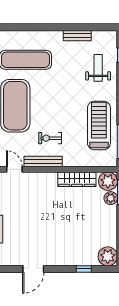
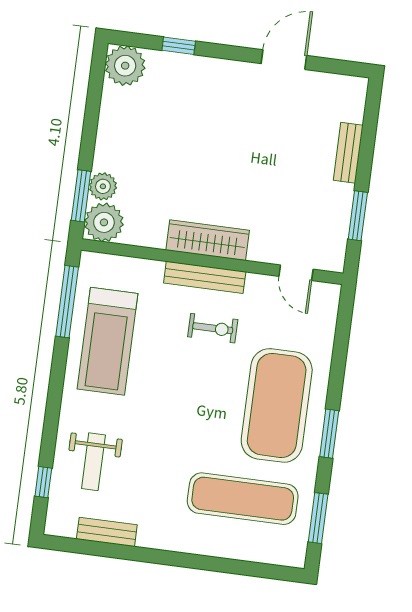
bench: (77, 36) -> (107, 532), moved
bench: (43, 162) -> (205, 277), moved
wardrobe: (77, 179) -> (208, 240), moved

